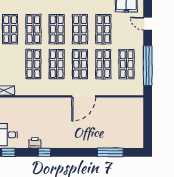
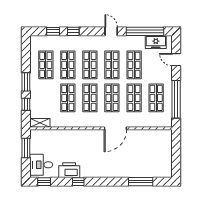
printer: (35, 143) -> (69, 170), width x1.87, depth x1.48

